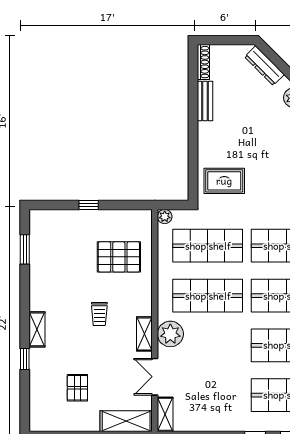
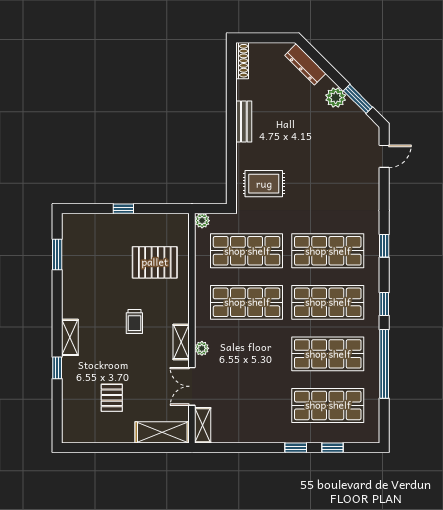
bench: (205, 101) -> (244, 122), moved
plant: (170, 334) -> (202, 348), width x0.53, depth x0.53

